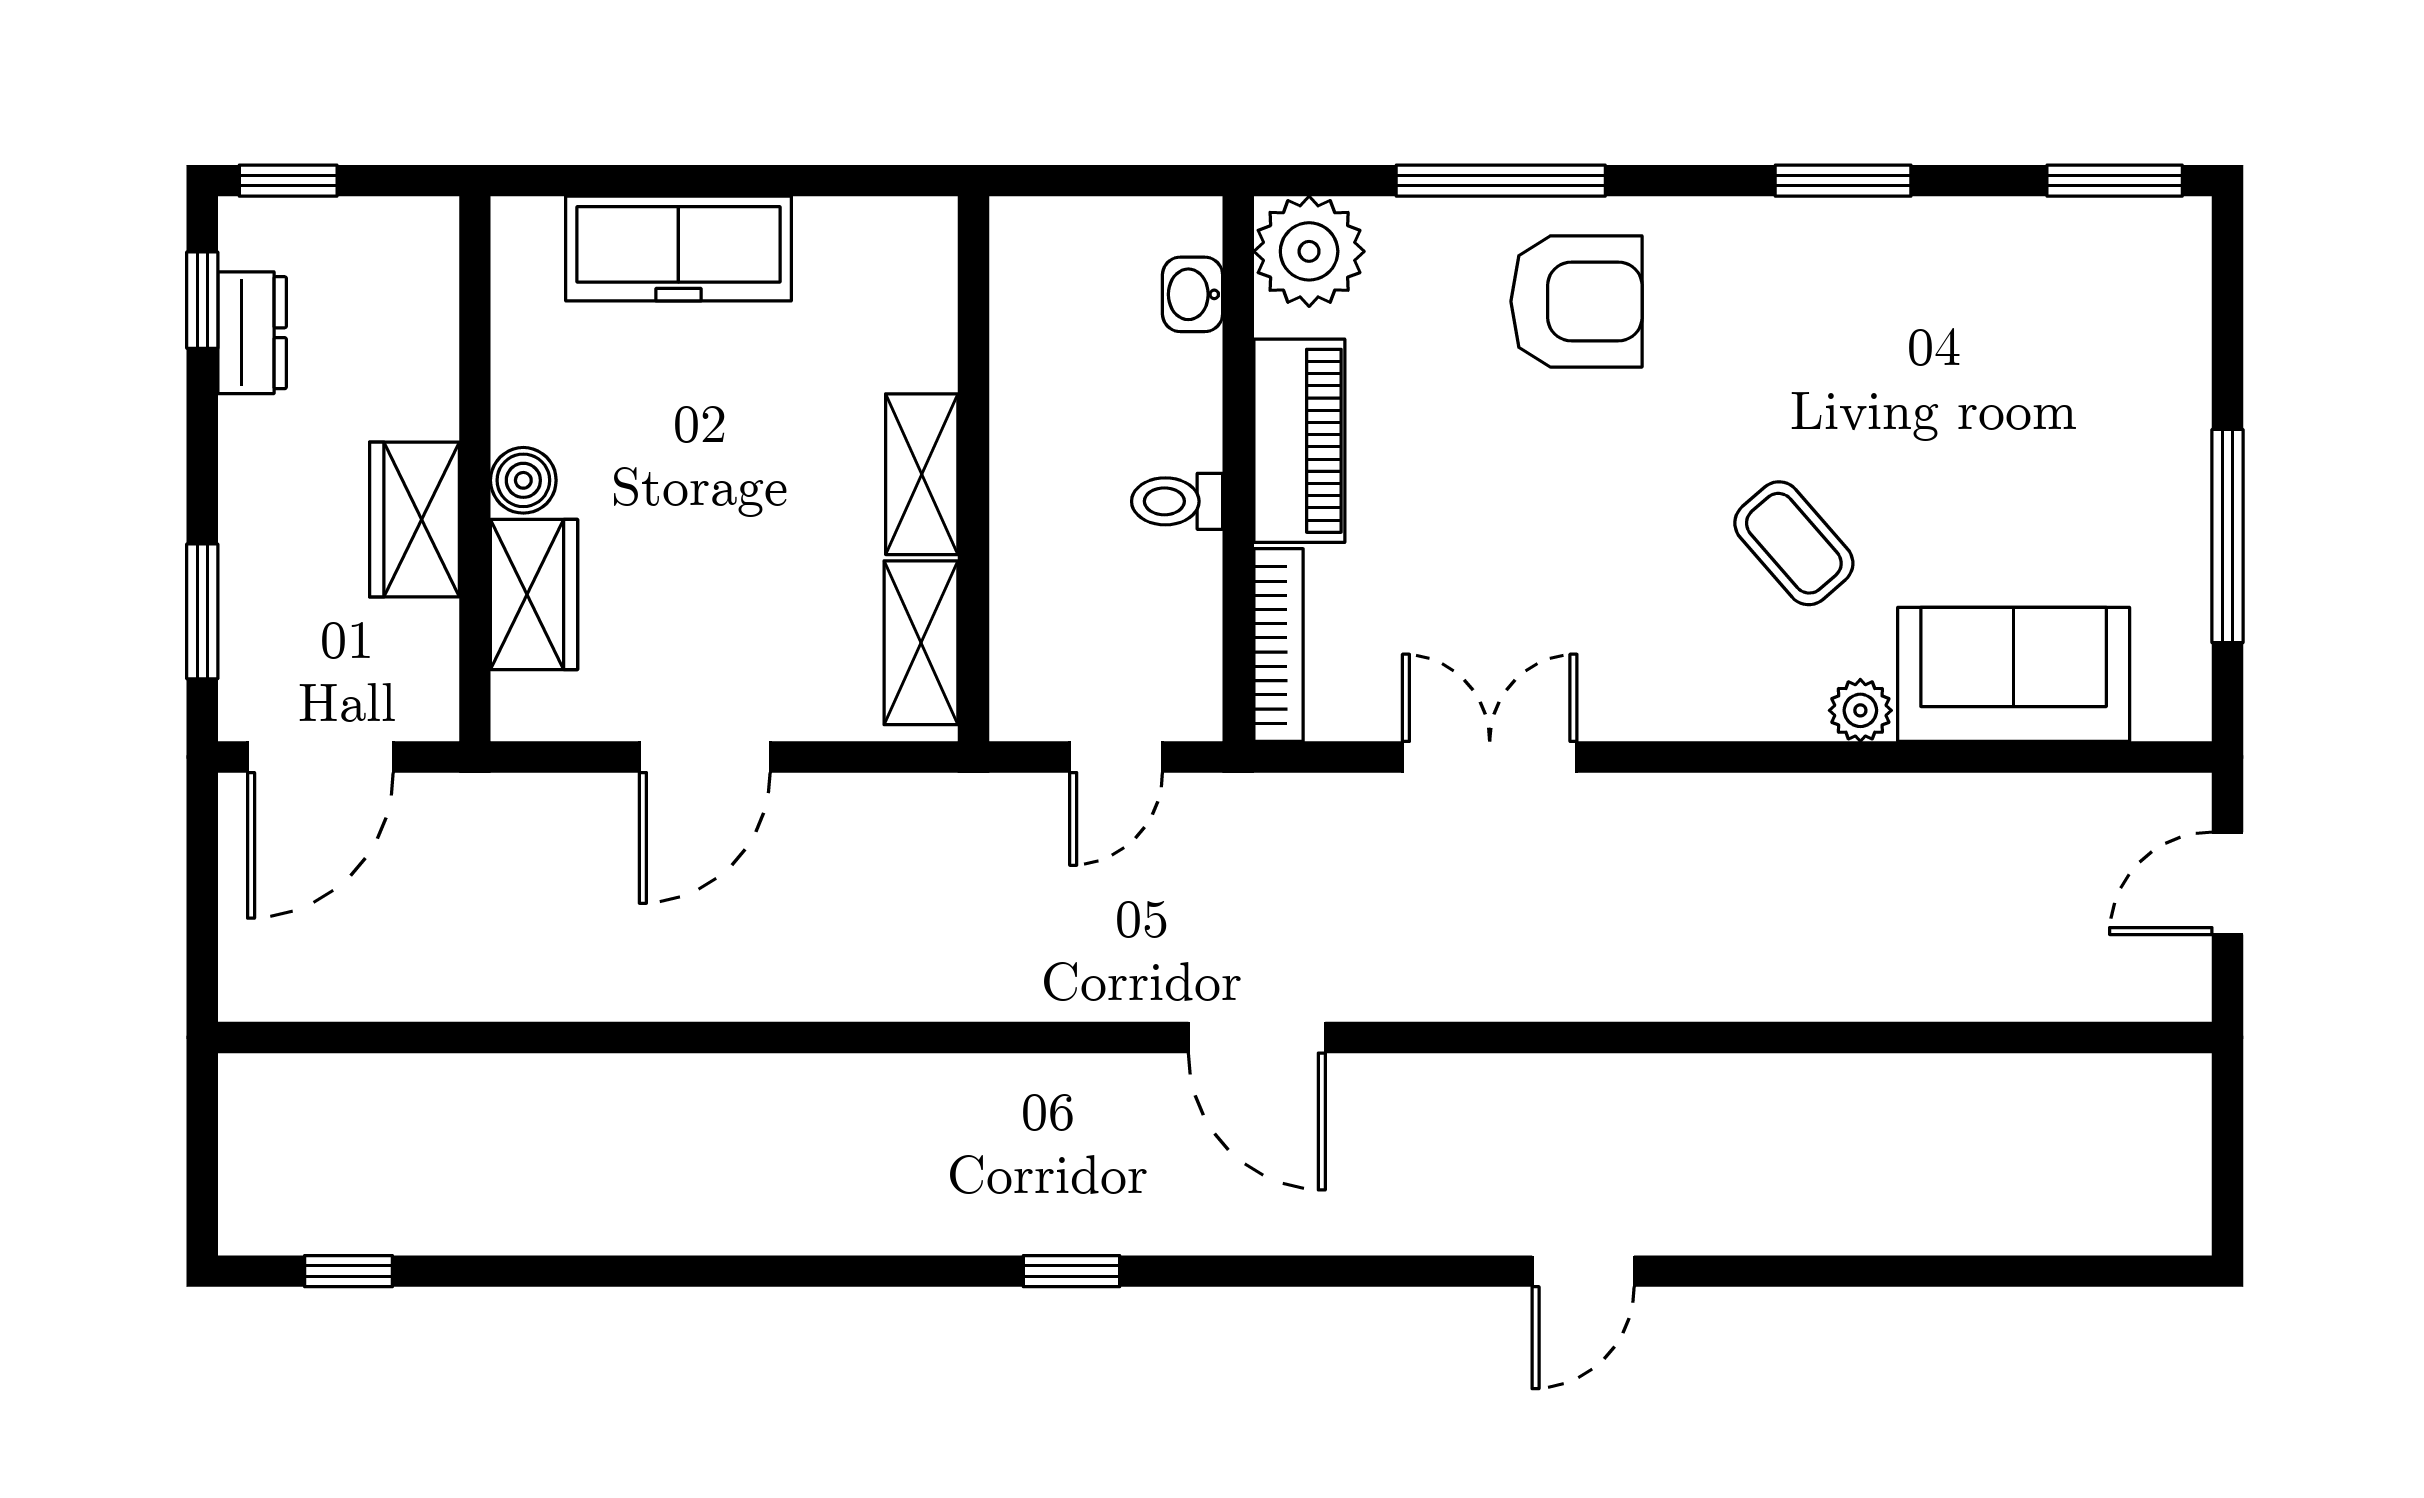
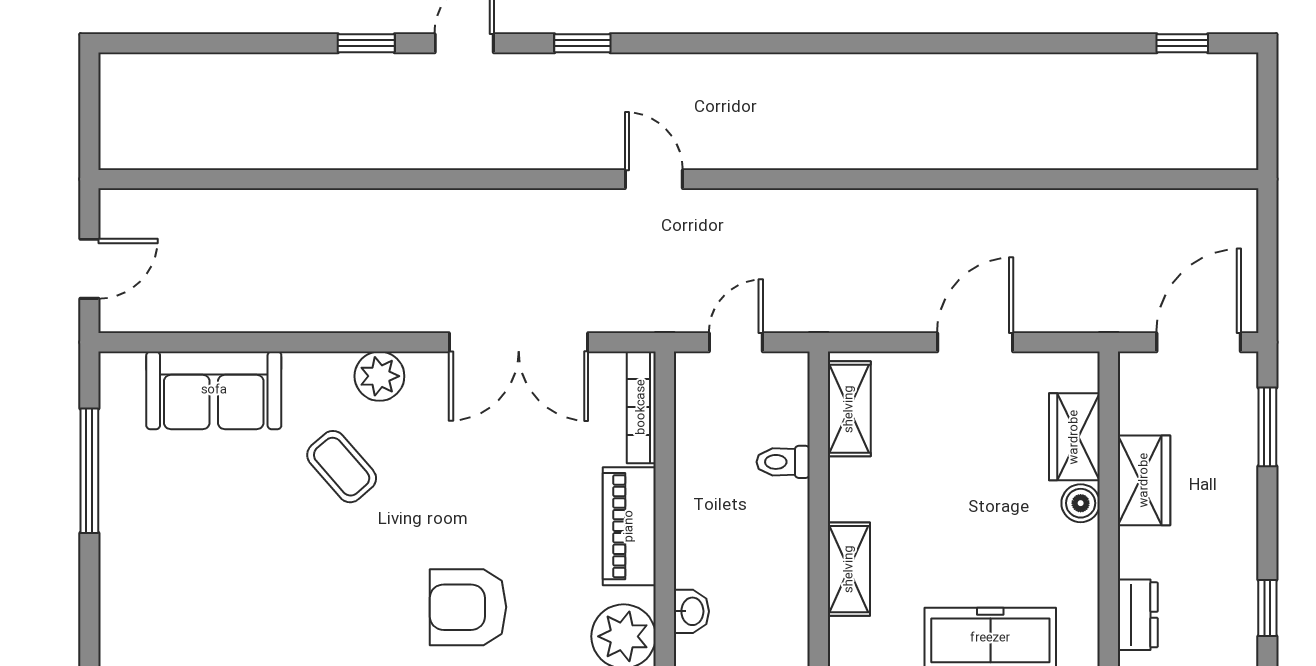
dresser: (252, 333) -> (1138, 615), moved, turned 180
shelving: (922, 474) -> (849, 569), moved
toilet: (1177, 501) -> (783, 462), moved, turned 180
plant: (1860, 710) -> (379, 376), moved, width x1.38, depth x1.38
double door: (1490, 757) -> (519, 342), width x1.37
door: (1257, 1037) -> (654, 179), width x0.73
window: (1072, 1271) -> (582, 43), moved
window: (1751, 1271) -> (366, 43), added

